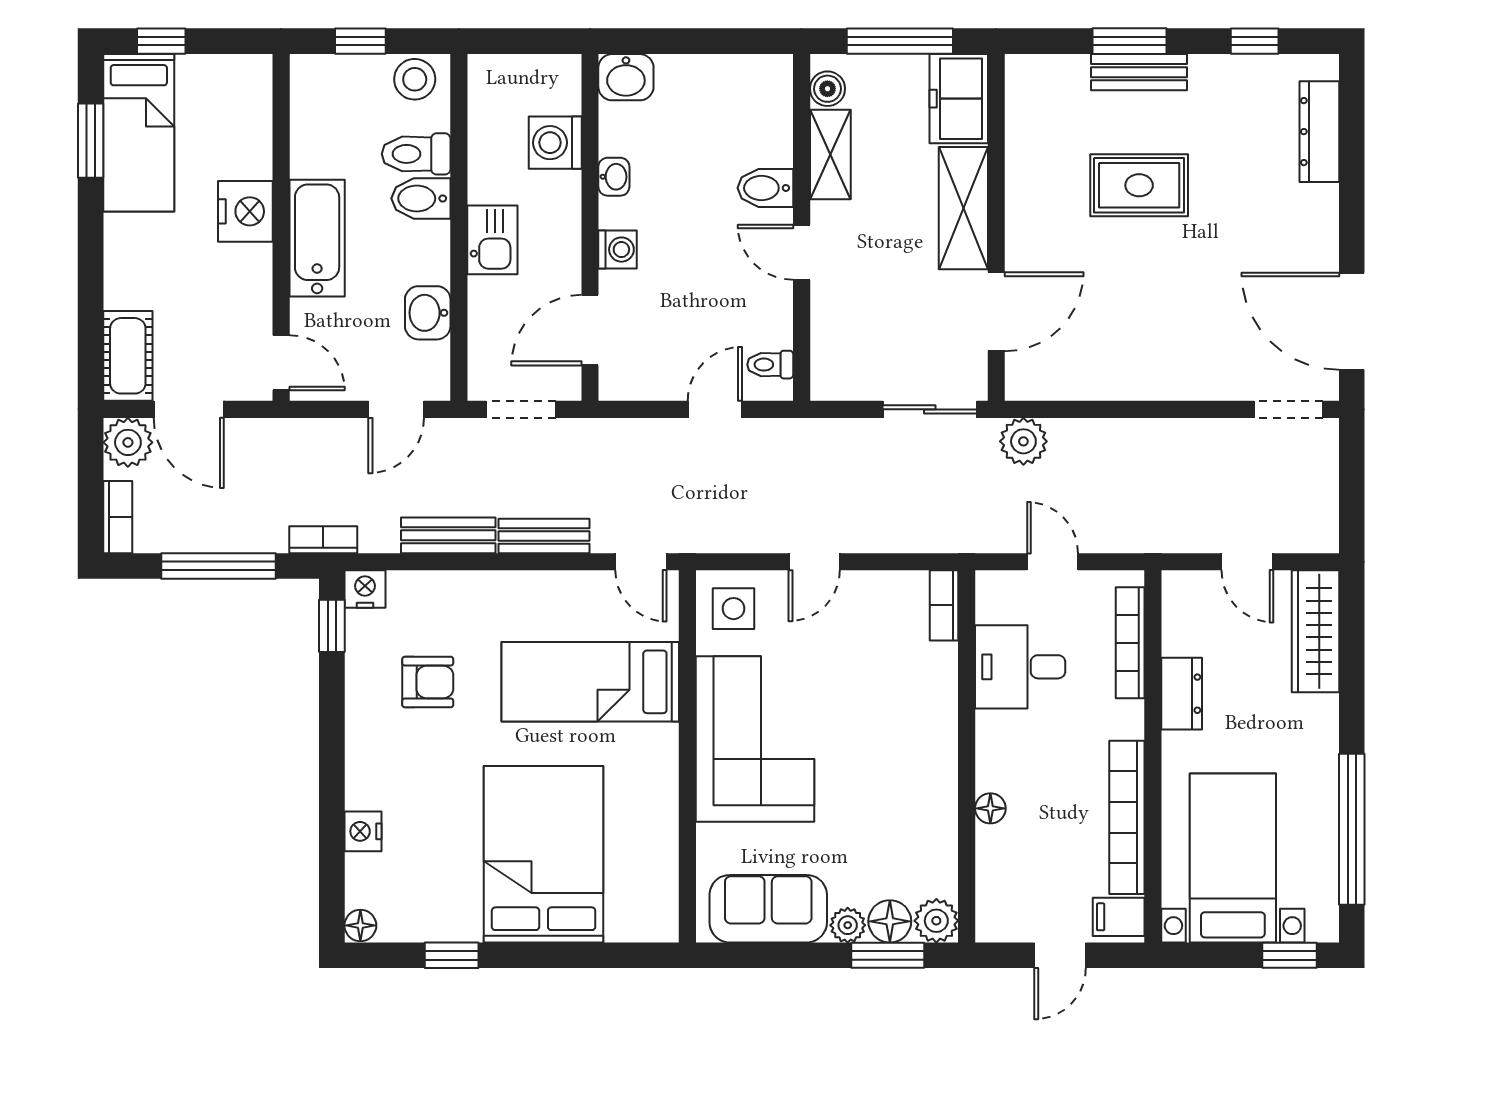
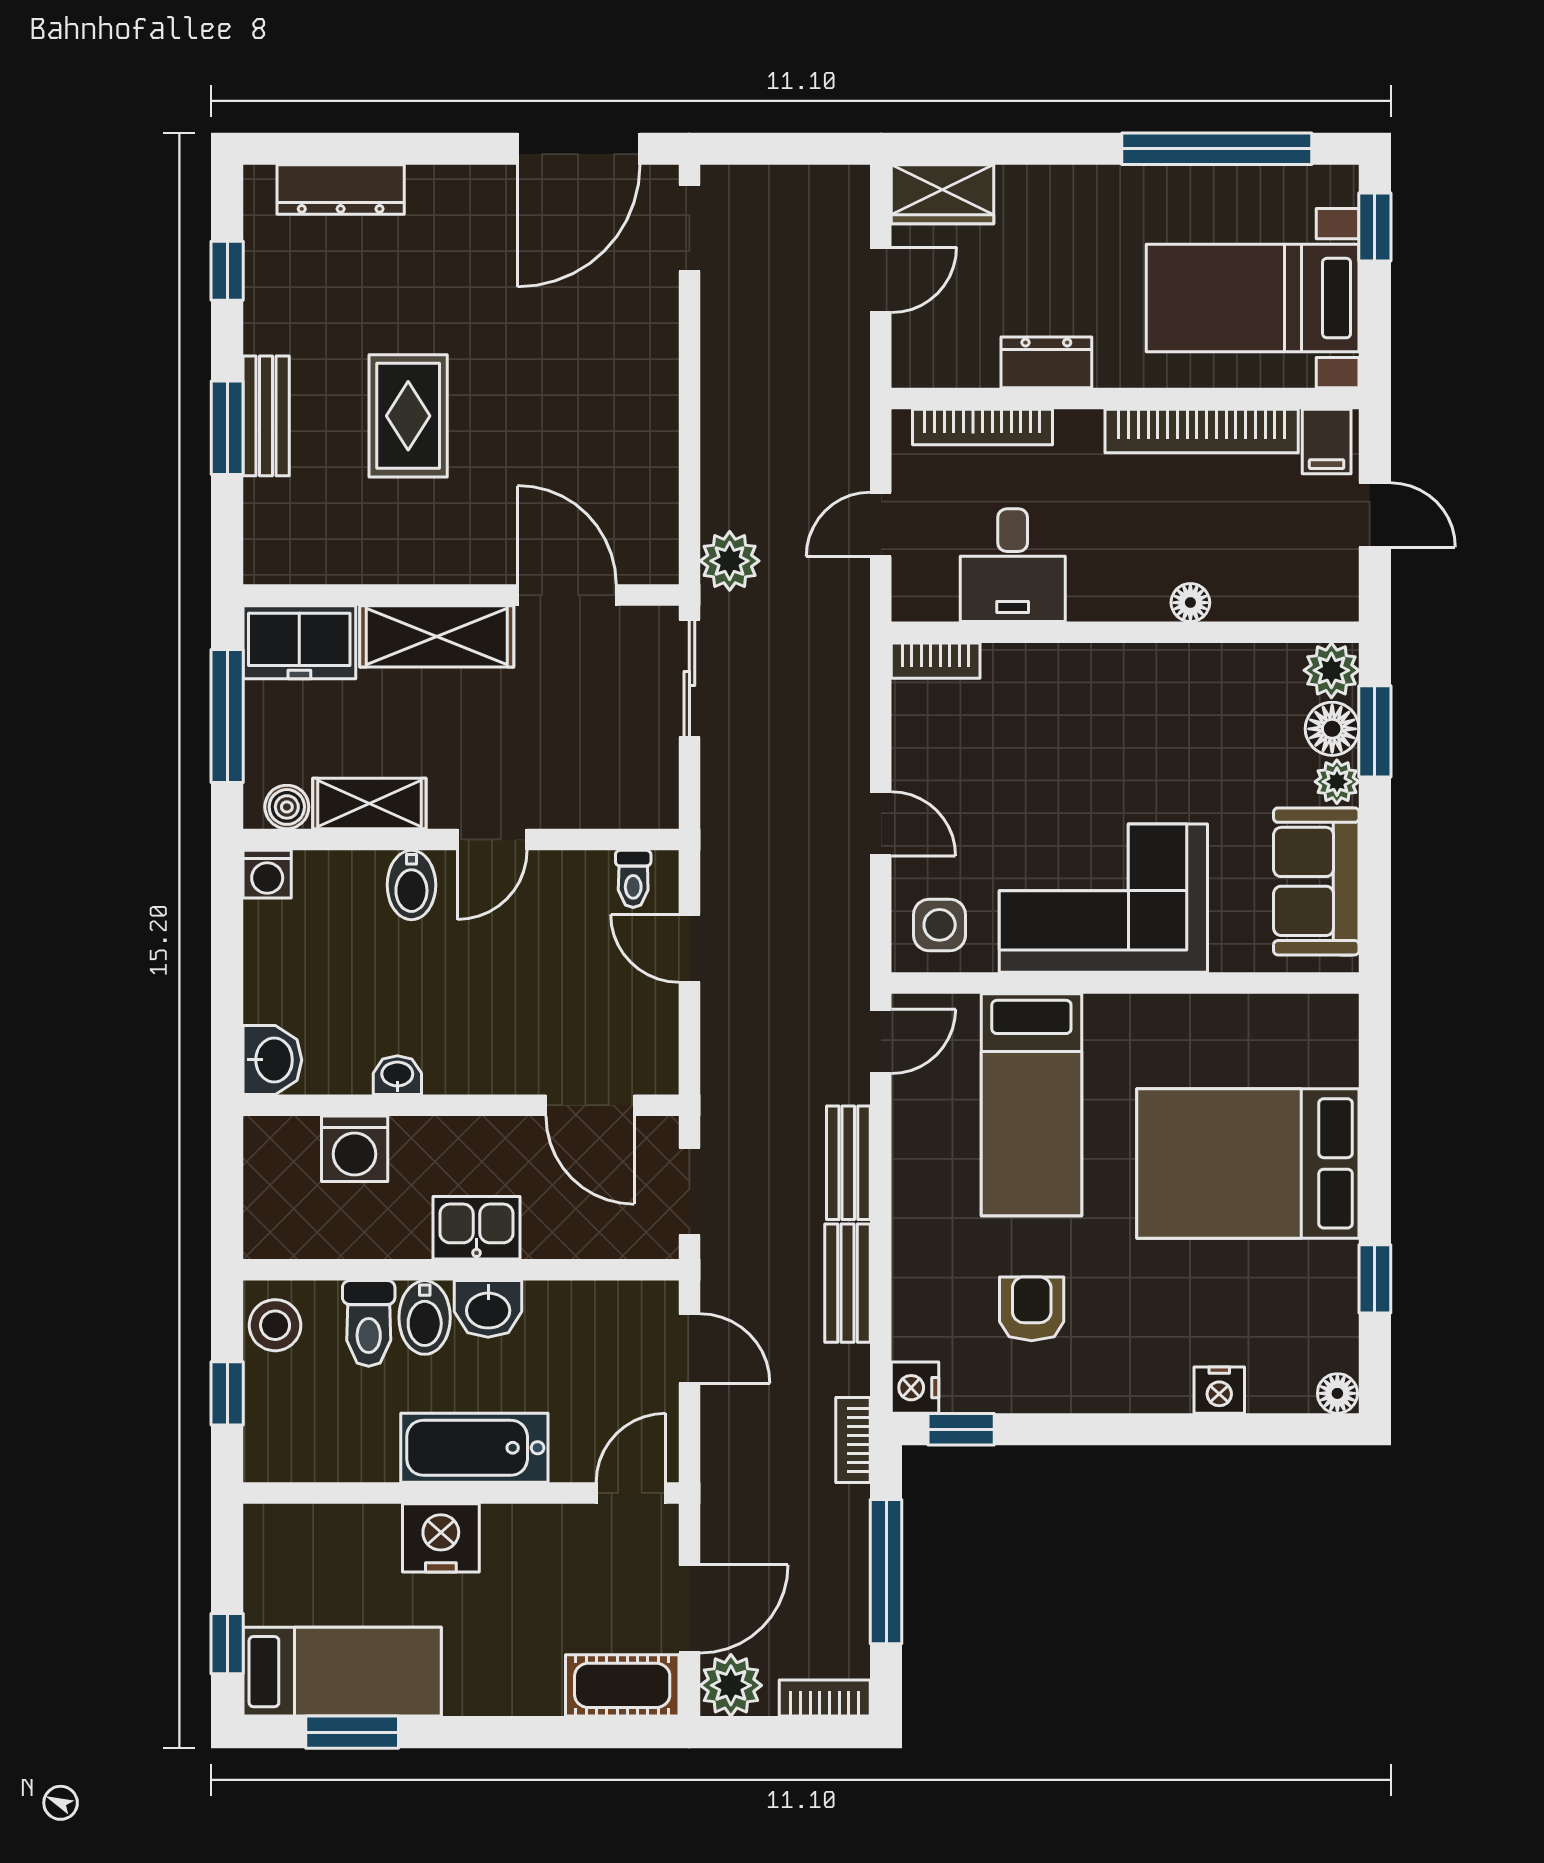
washing machine: (618, 250) -> (267, 874), moved, turned 180
washbasin: (428, 313) -> (488, 1309), moved
wardrobe: (1315, 631) -> (942, 194), width x0.67

